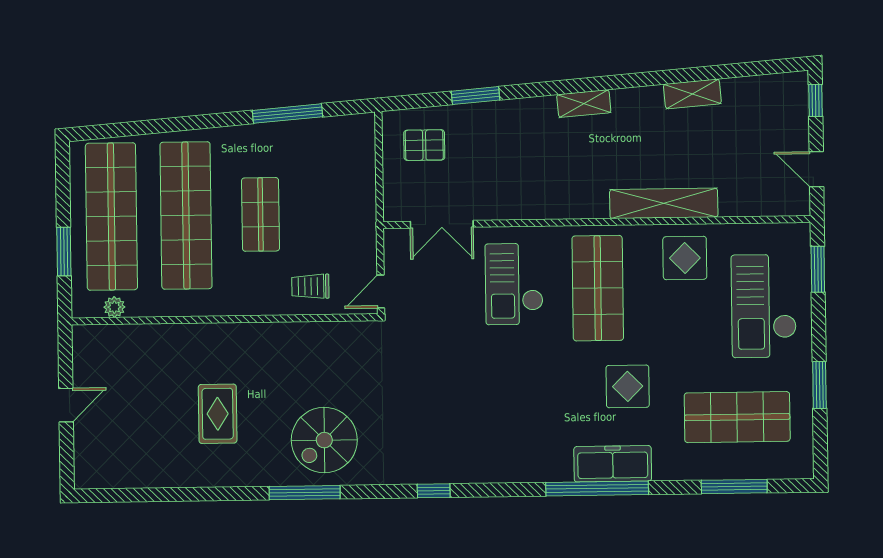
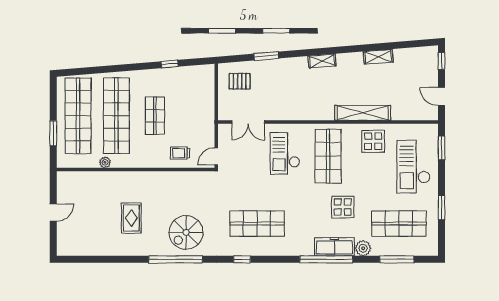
window: (288, 114) -> (169, 64), width x0.46
plant: (114, 307) -> (105, 162), moved
shop shelf: (462, 421) -> (257, 224), added
plant: (668, 466) -> (363, 248), added
window: (305, 493) -> (176, 259), width x1.46

